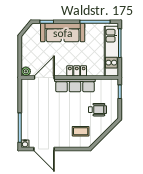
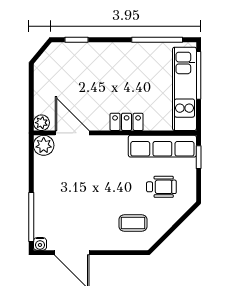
sofa: (63, 33) -> (103, 58), removed
door: (44, 77) -> (72, 133), hinge flipped
plant: (27, 85) -> (44, 145), added
row of seats: (75, 85) -> (162, 146), moved

